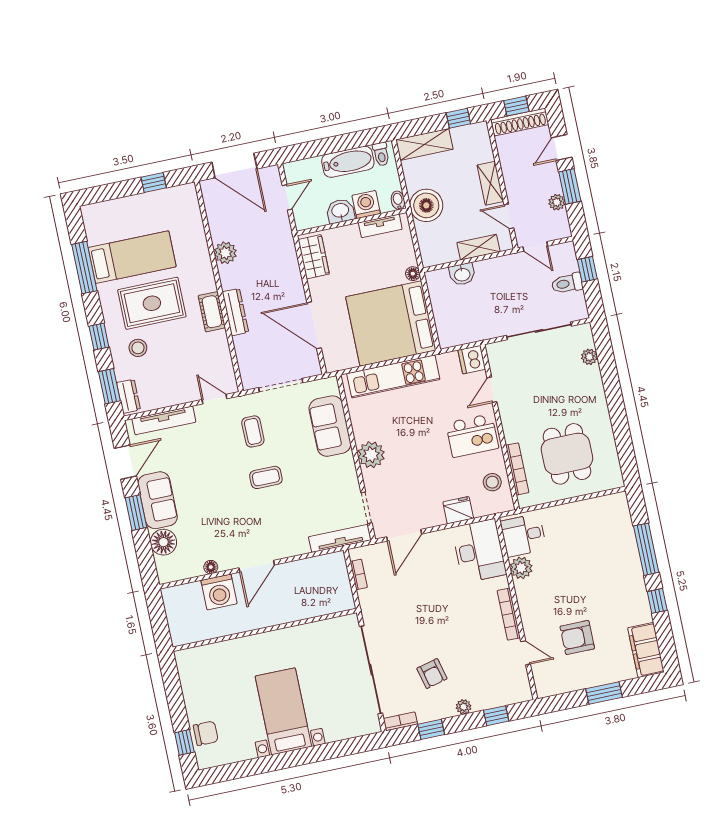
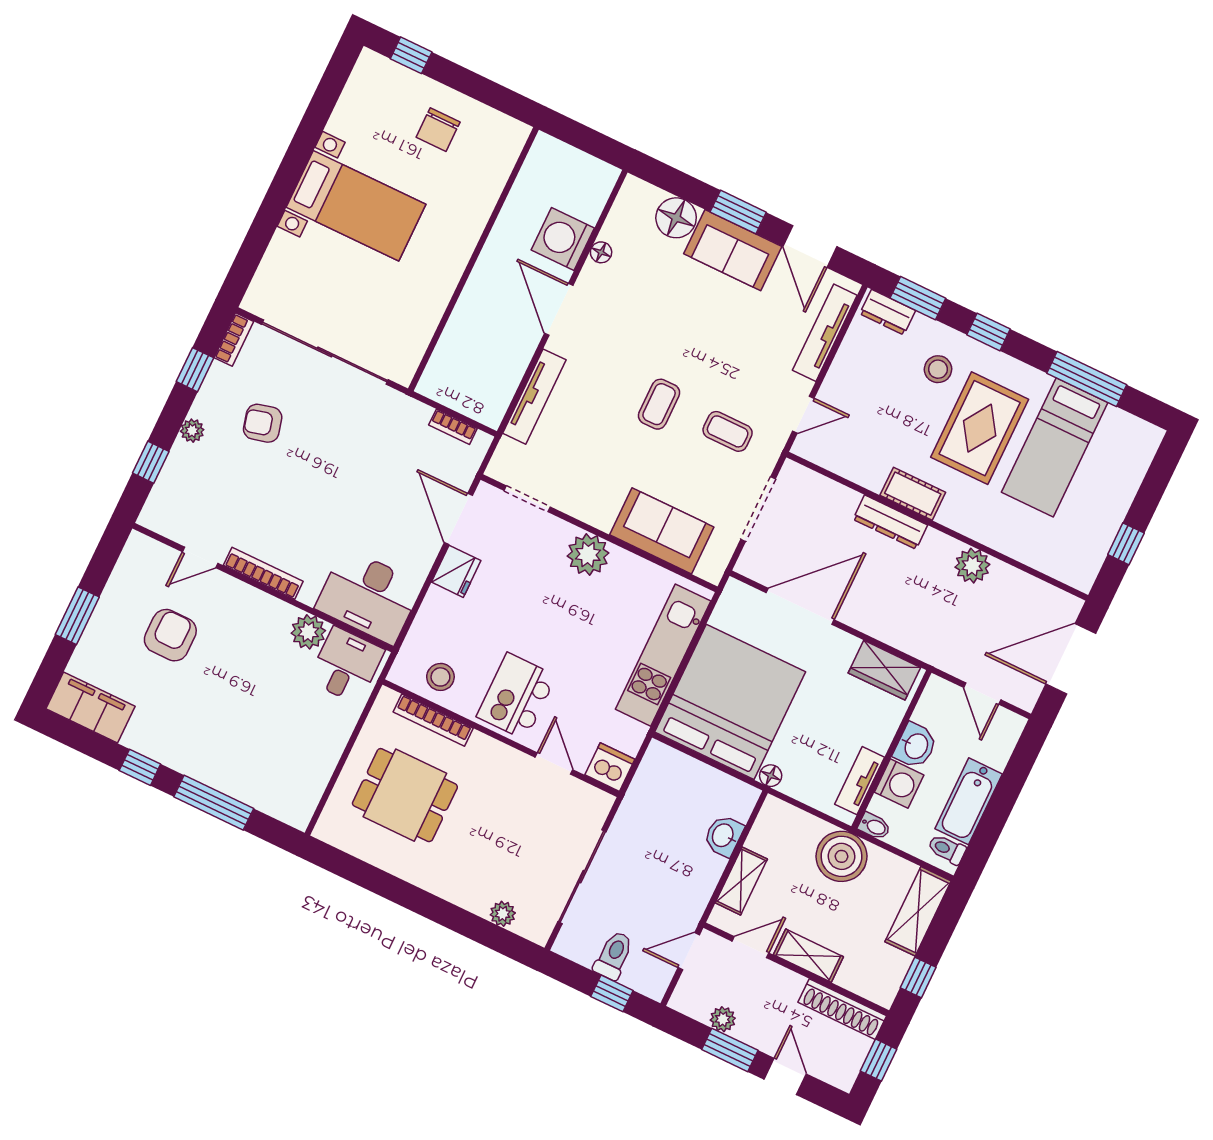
shoe rack: (520, 122) -> (842, 1009), moved, turned -90
fridge: (458, 510) -> (456, 571), moved
tv unit: (340, 538) -> (534, 397), moved
chair: (206, 733) -> (438, 130), moved

